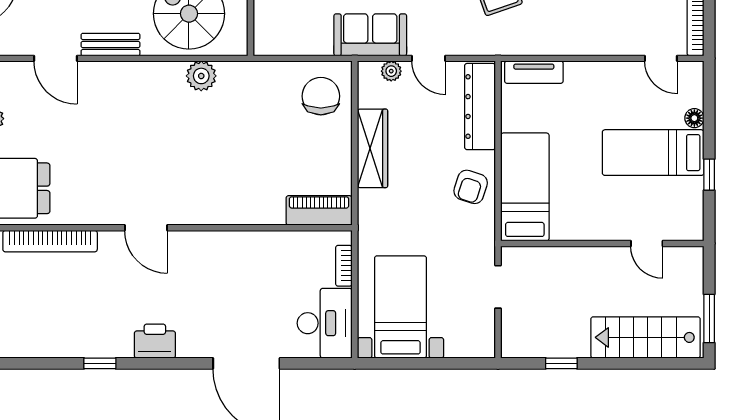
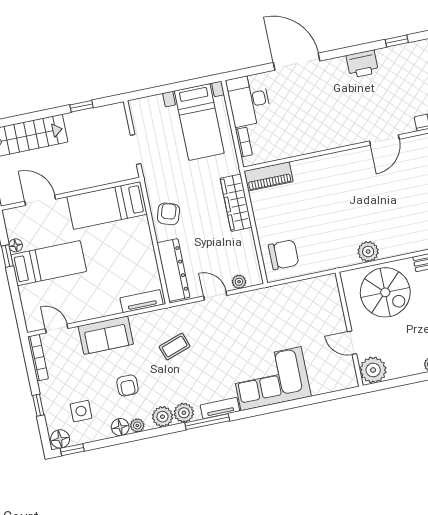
sofa: (370, 35) -> (106, 335), moved
chair: (321, 96) -> (284, 255), turned -90
floor lamp: (694, 118) -> (16, 245), moved
wardrobe: (372, 148) -> (236, 203), moved
bed: (525, 187) -> (107, 205), moved, turned 90
door: (146, 228) -> (384, 140), swing flipped
door: (647, 243) -> (40, 200), width x1.38

